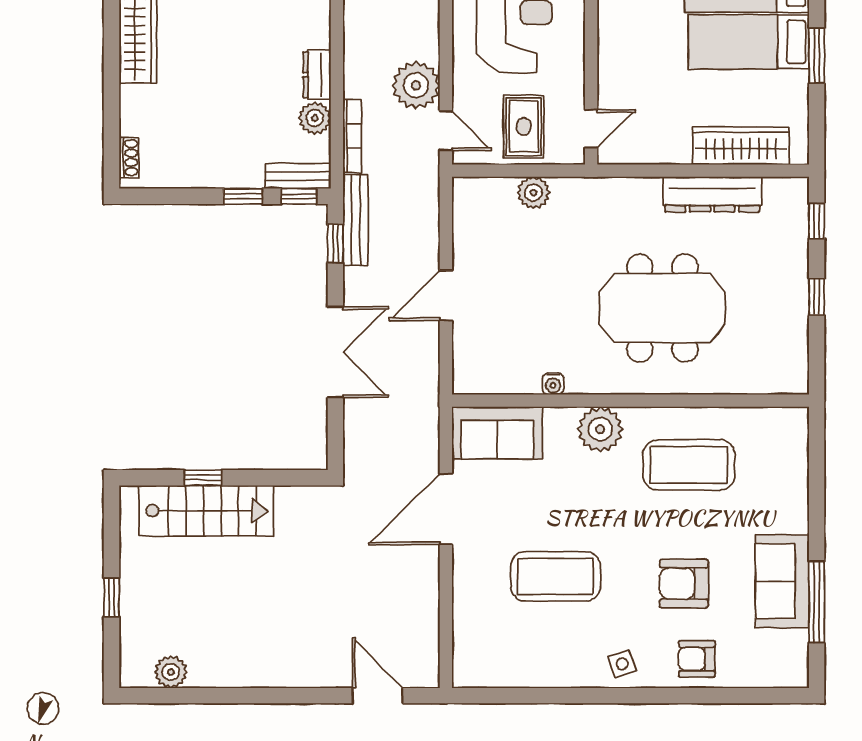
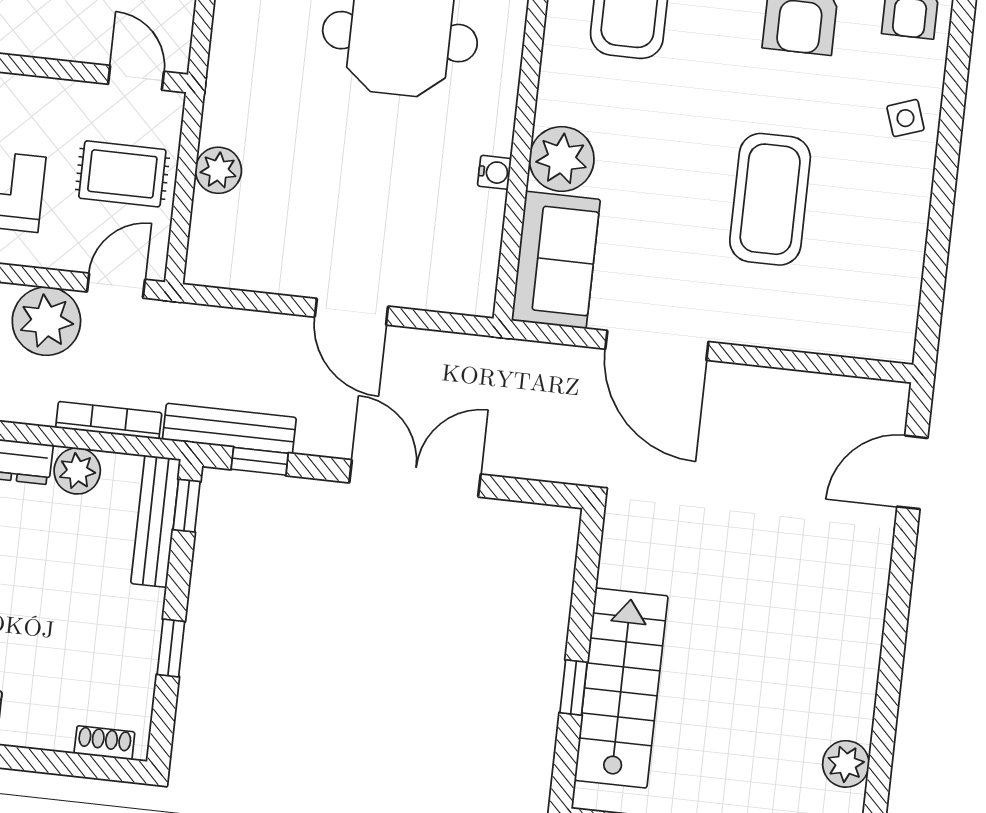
bench: (298, 176) -> (156, 521), width x1.36
window: (243, 196) -> (171, 648), moved
plant: (600, 429) -> (562, 159), moved

